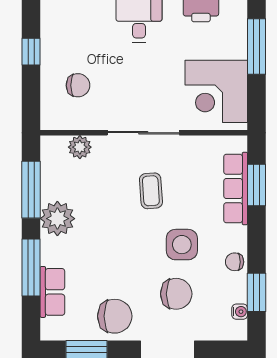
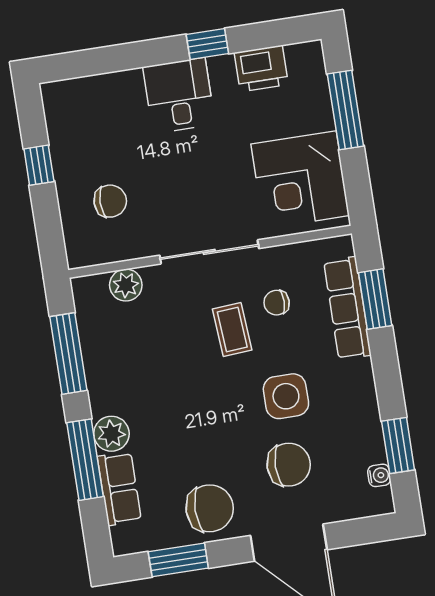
plant: (57, 219) -> (111, 434), moved, width x0.73, depth x0.73
chair: (235, 262) -> (277, 303), moved

